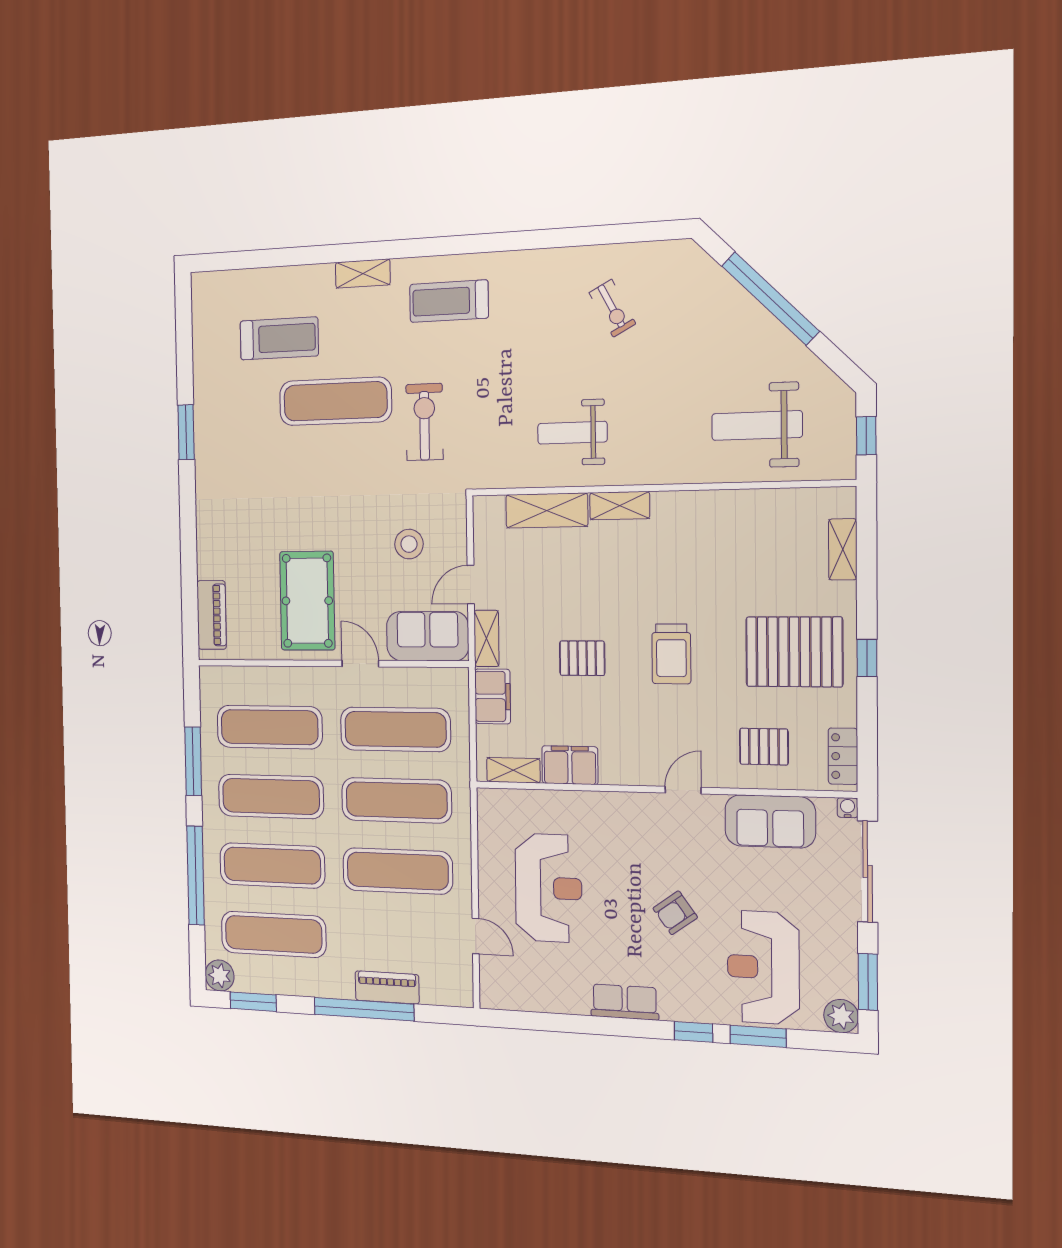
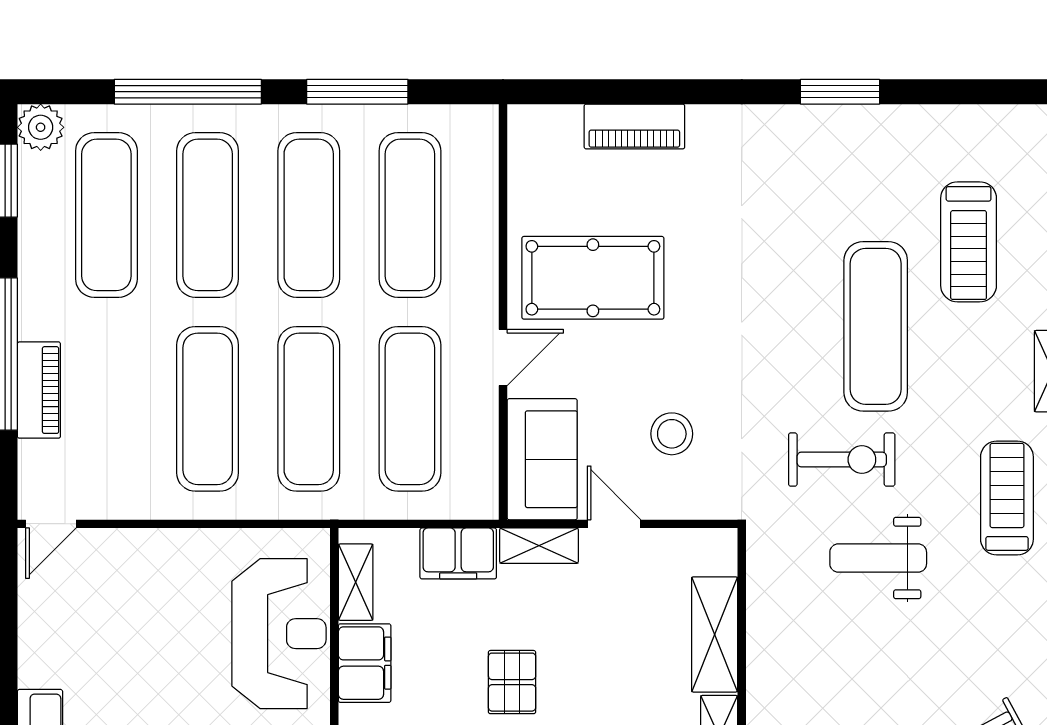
weight bench: (572, 433) -> (878, 558), moved, turned -90
piano: (212, 615) -> (634, 127), moved
reception desk: (548, 888) -> (279, 634), moved, turned -90
door: (476, 936) -> (51, 524), moved

